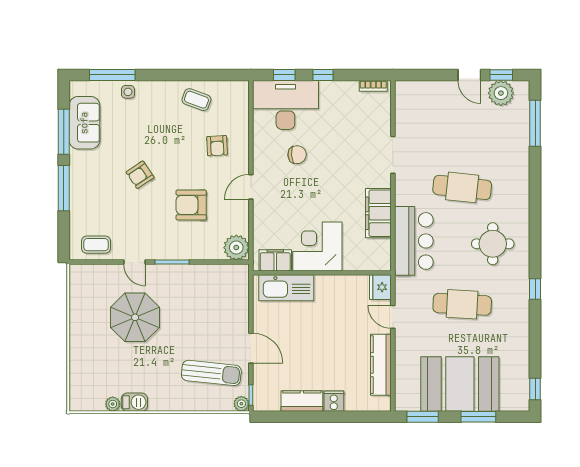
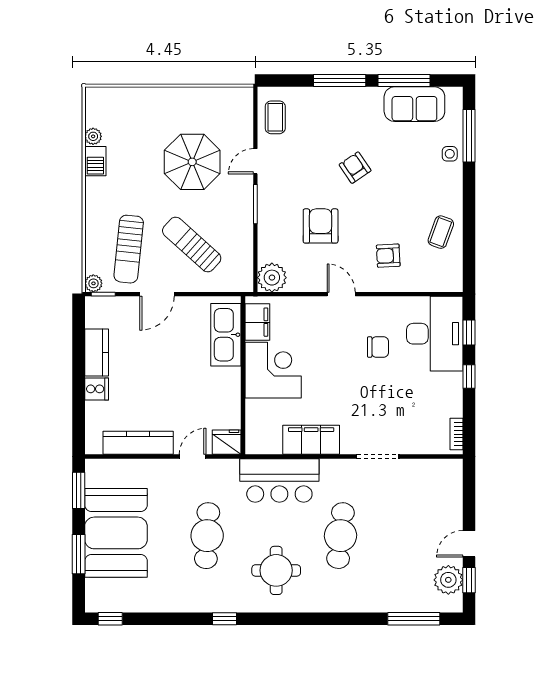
chair: (297, 155) -> (378, 347), turned -86
sun lounger: (207, 318) -> (192, 244), added

